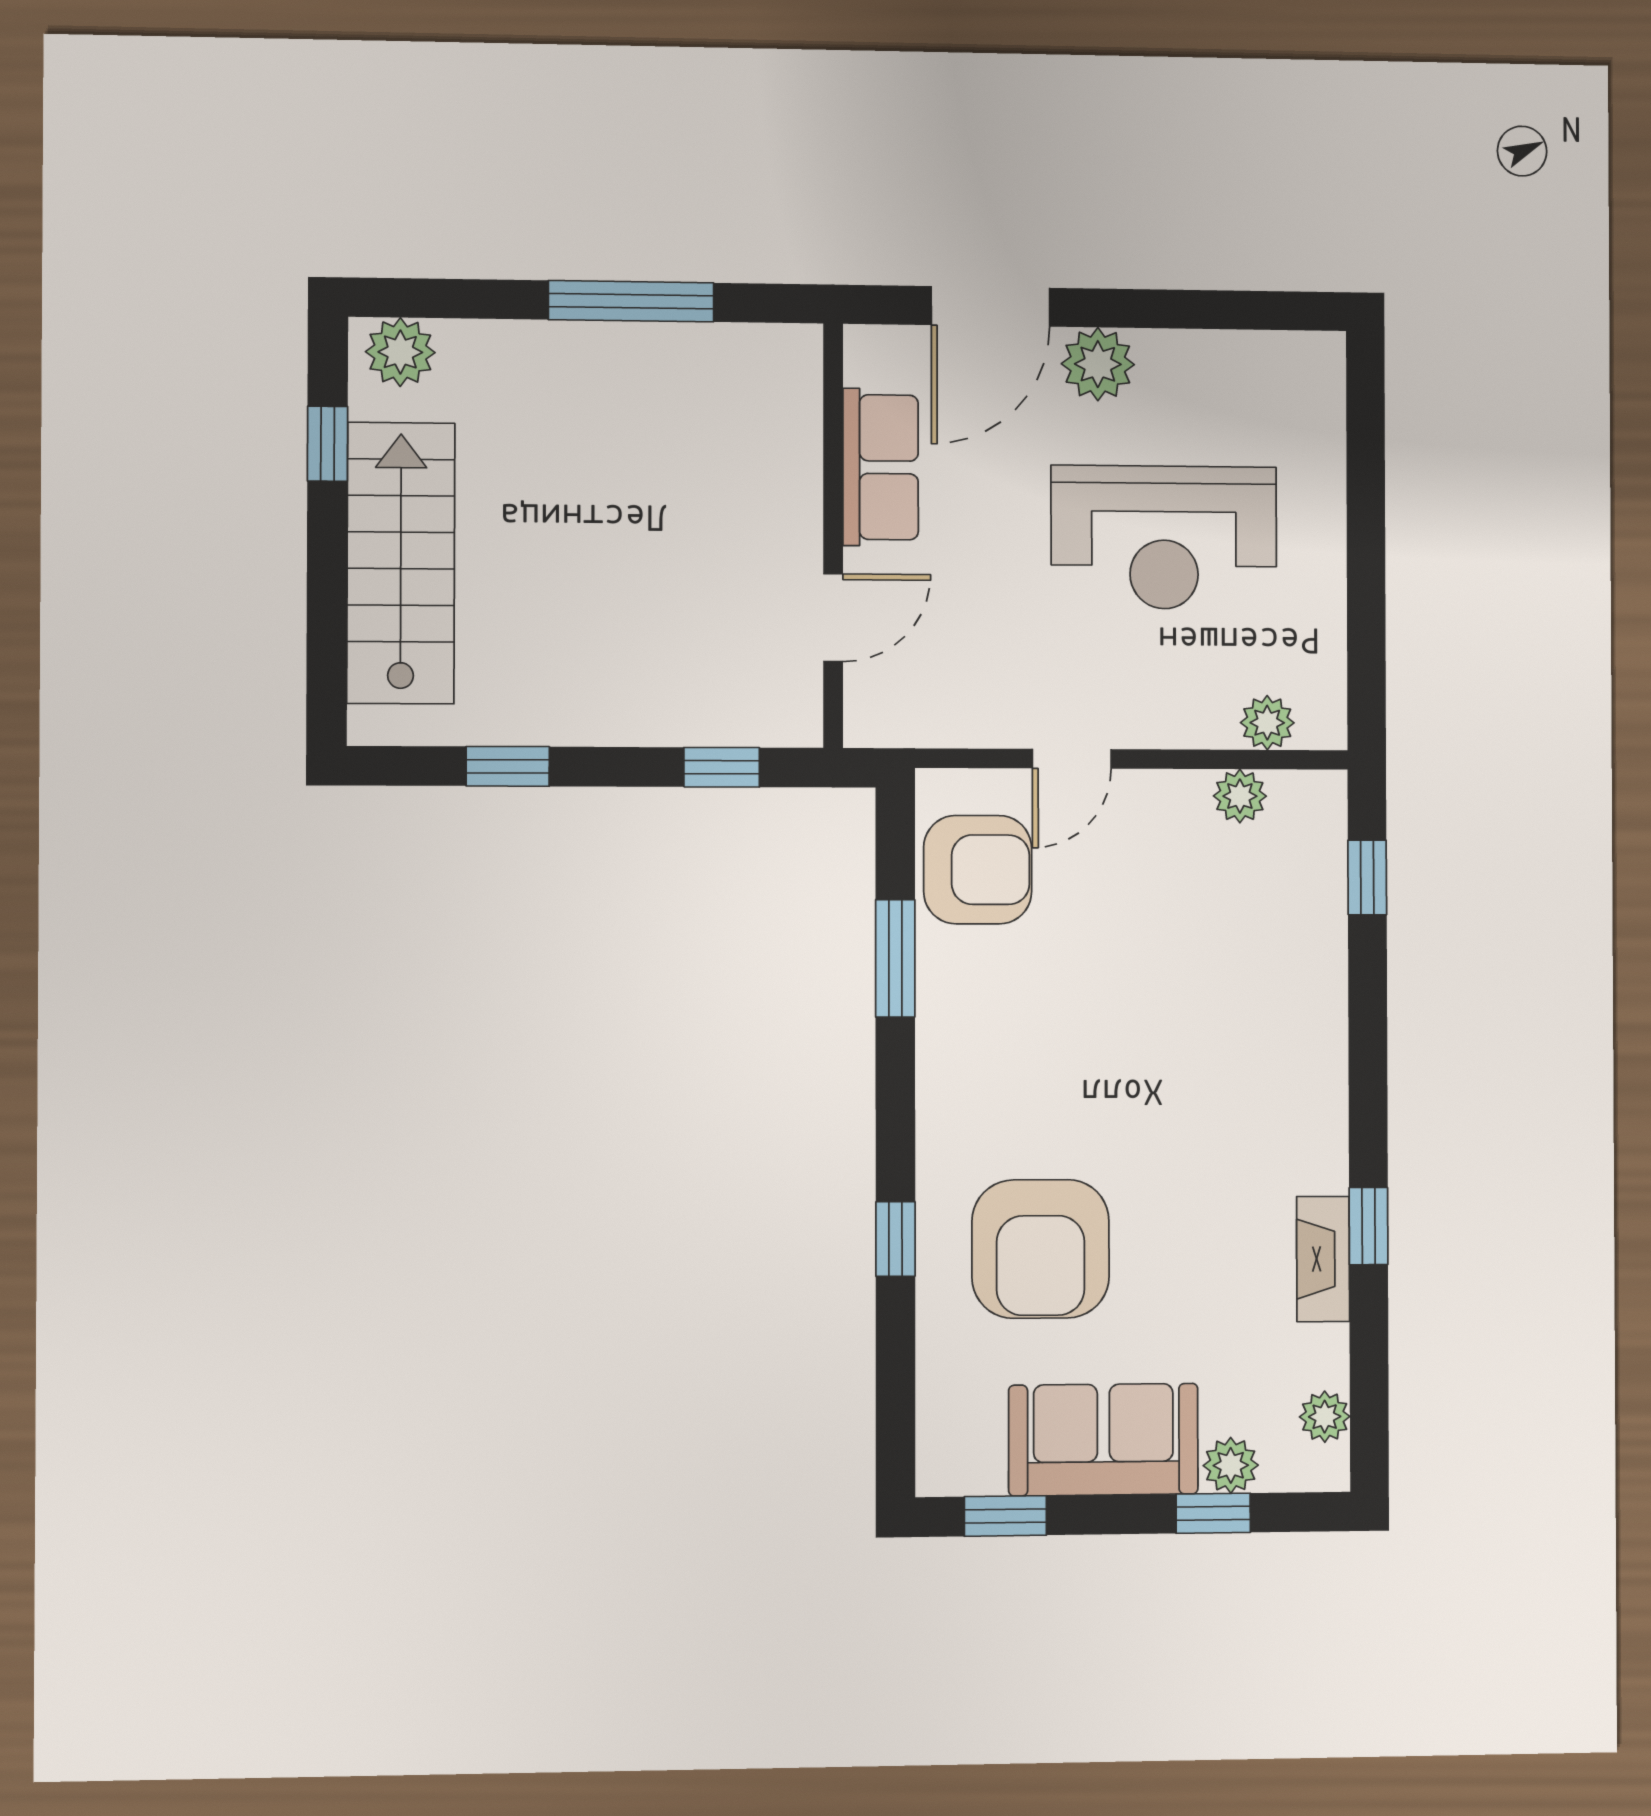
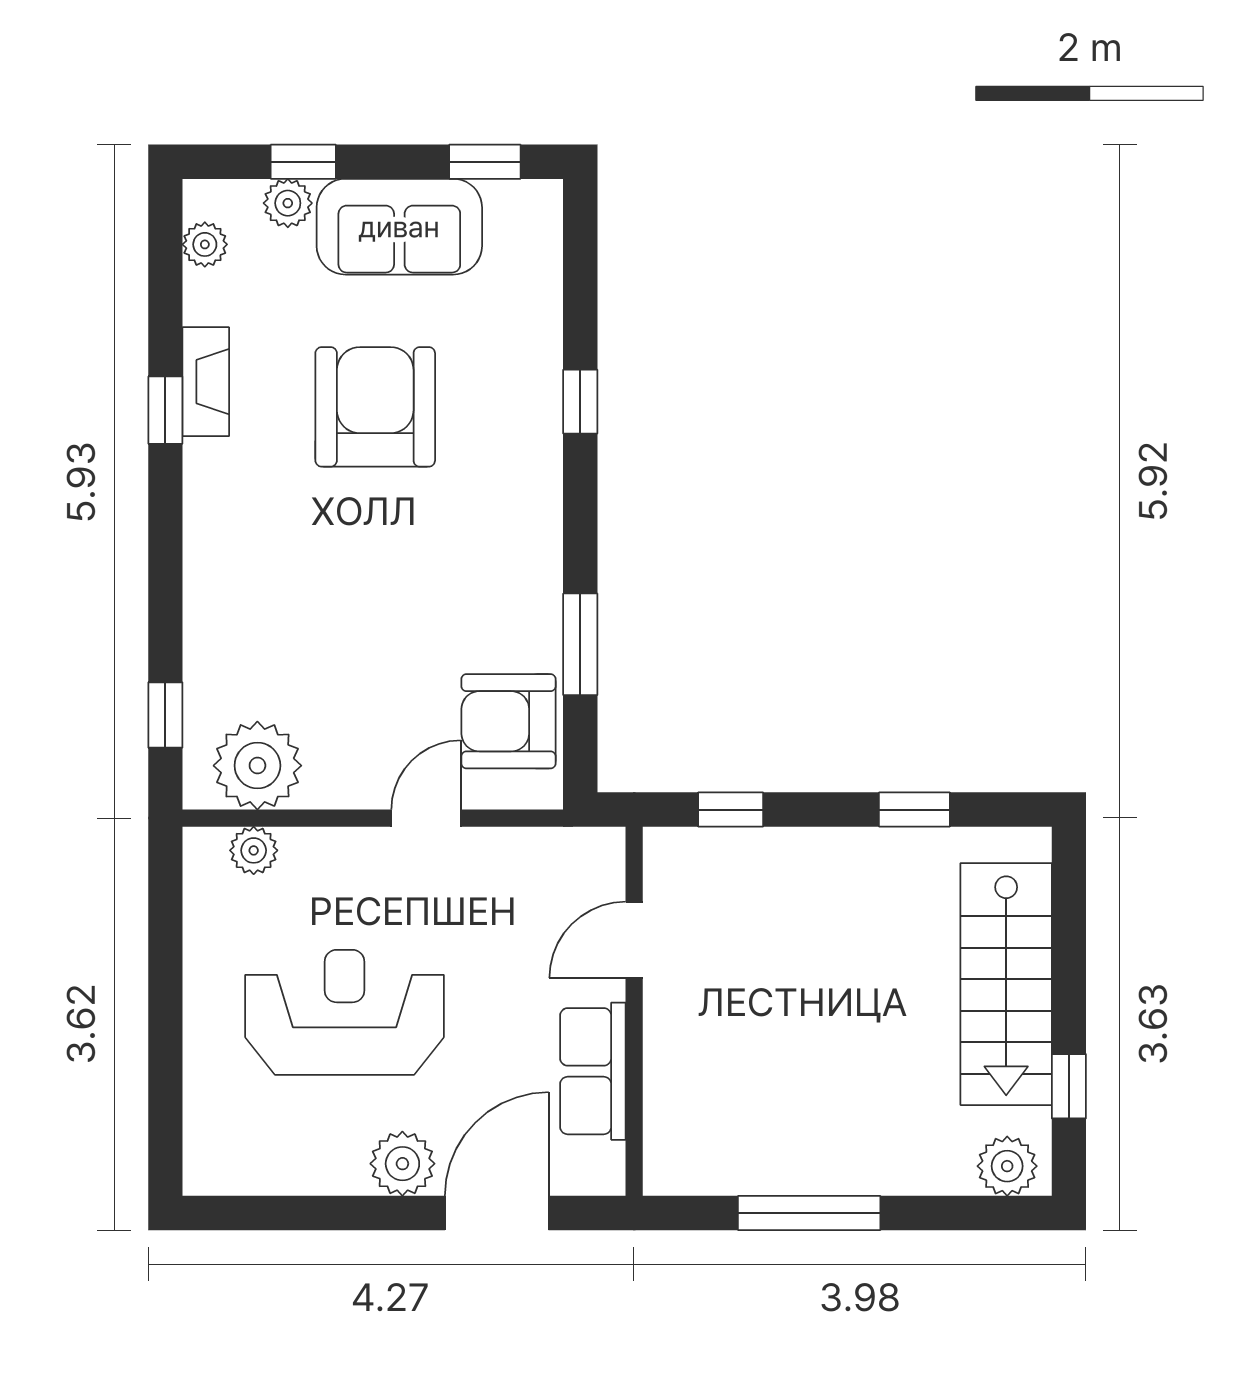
plant: (1240, 796) -> (257, 766), width x1.87, depth x1.87
armchair: (1041, 1249) -> (375, 407), moved

